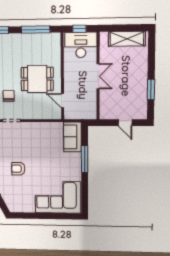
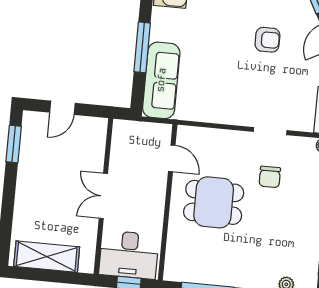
window: (151, 90) -> (14, 144), moved
door: (125, 123) -> (62, 108), swing flipped
sofa: (72, 137) -> (161, 80), width x1.36

